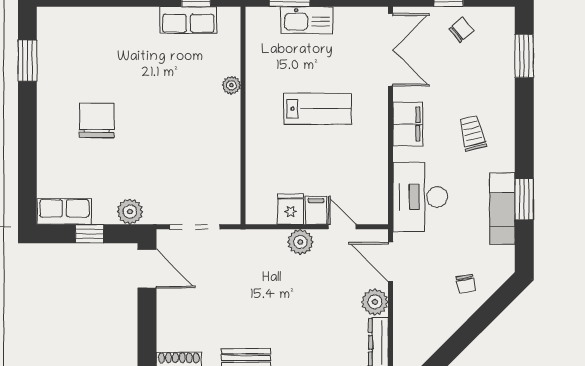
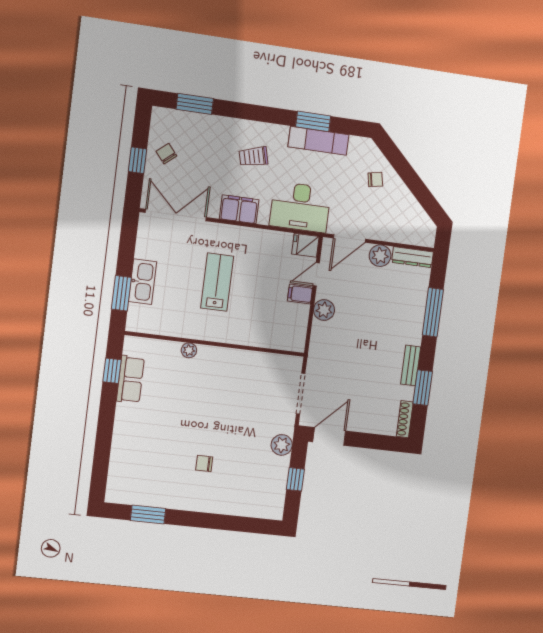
chair: (97, 120) -> (204, 464), width x0.54, depth x0.54
fridge: (291, 209) -> (305, 245), moved
row of seats: (64, 212) -> (275, 498), removed

